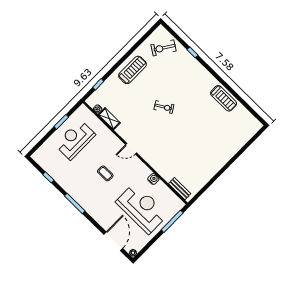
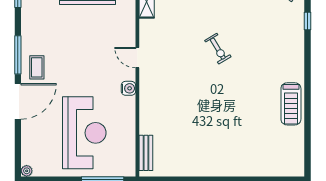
coffee table: (105, 173) -> (37, 67), moved
water cooler: (153, 179) -> (128, 88), moved
door: (113, 241) -> (18, 101), moved

